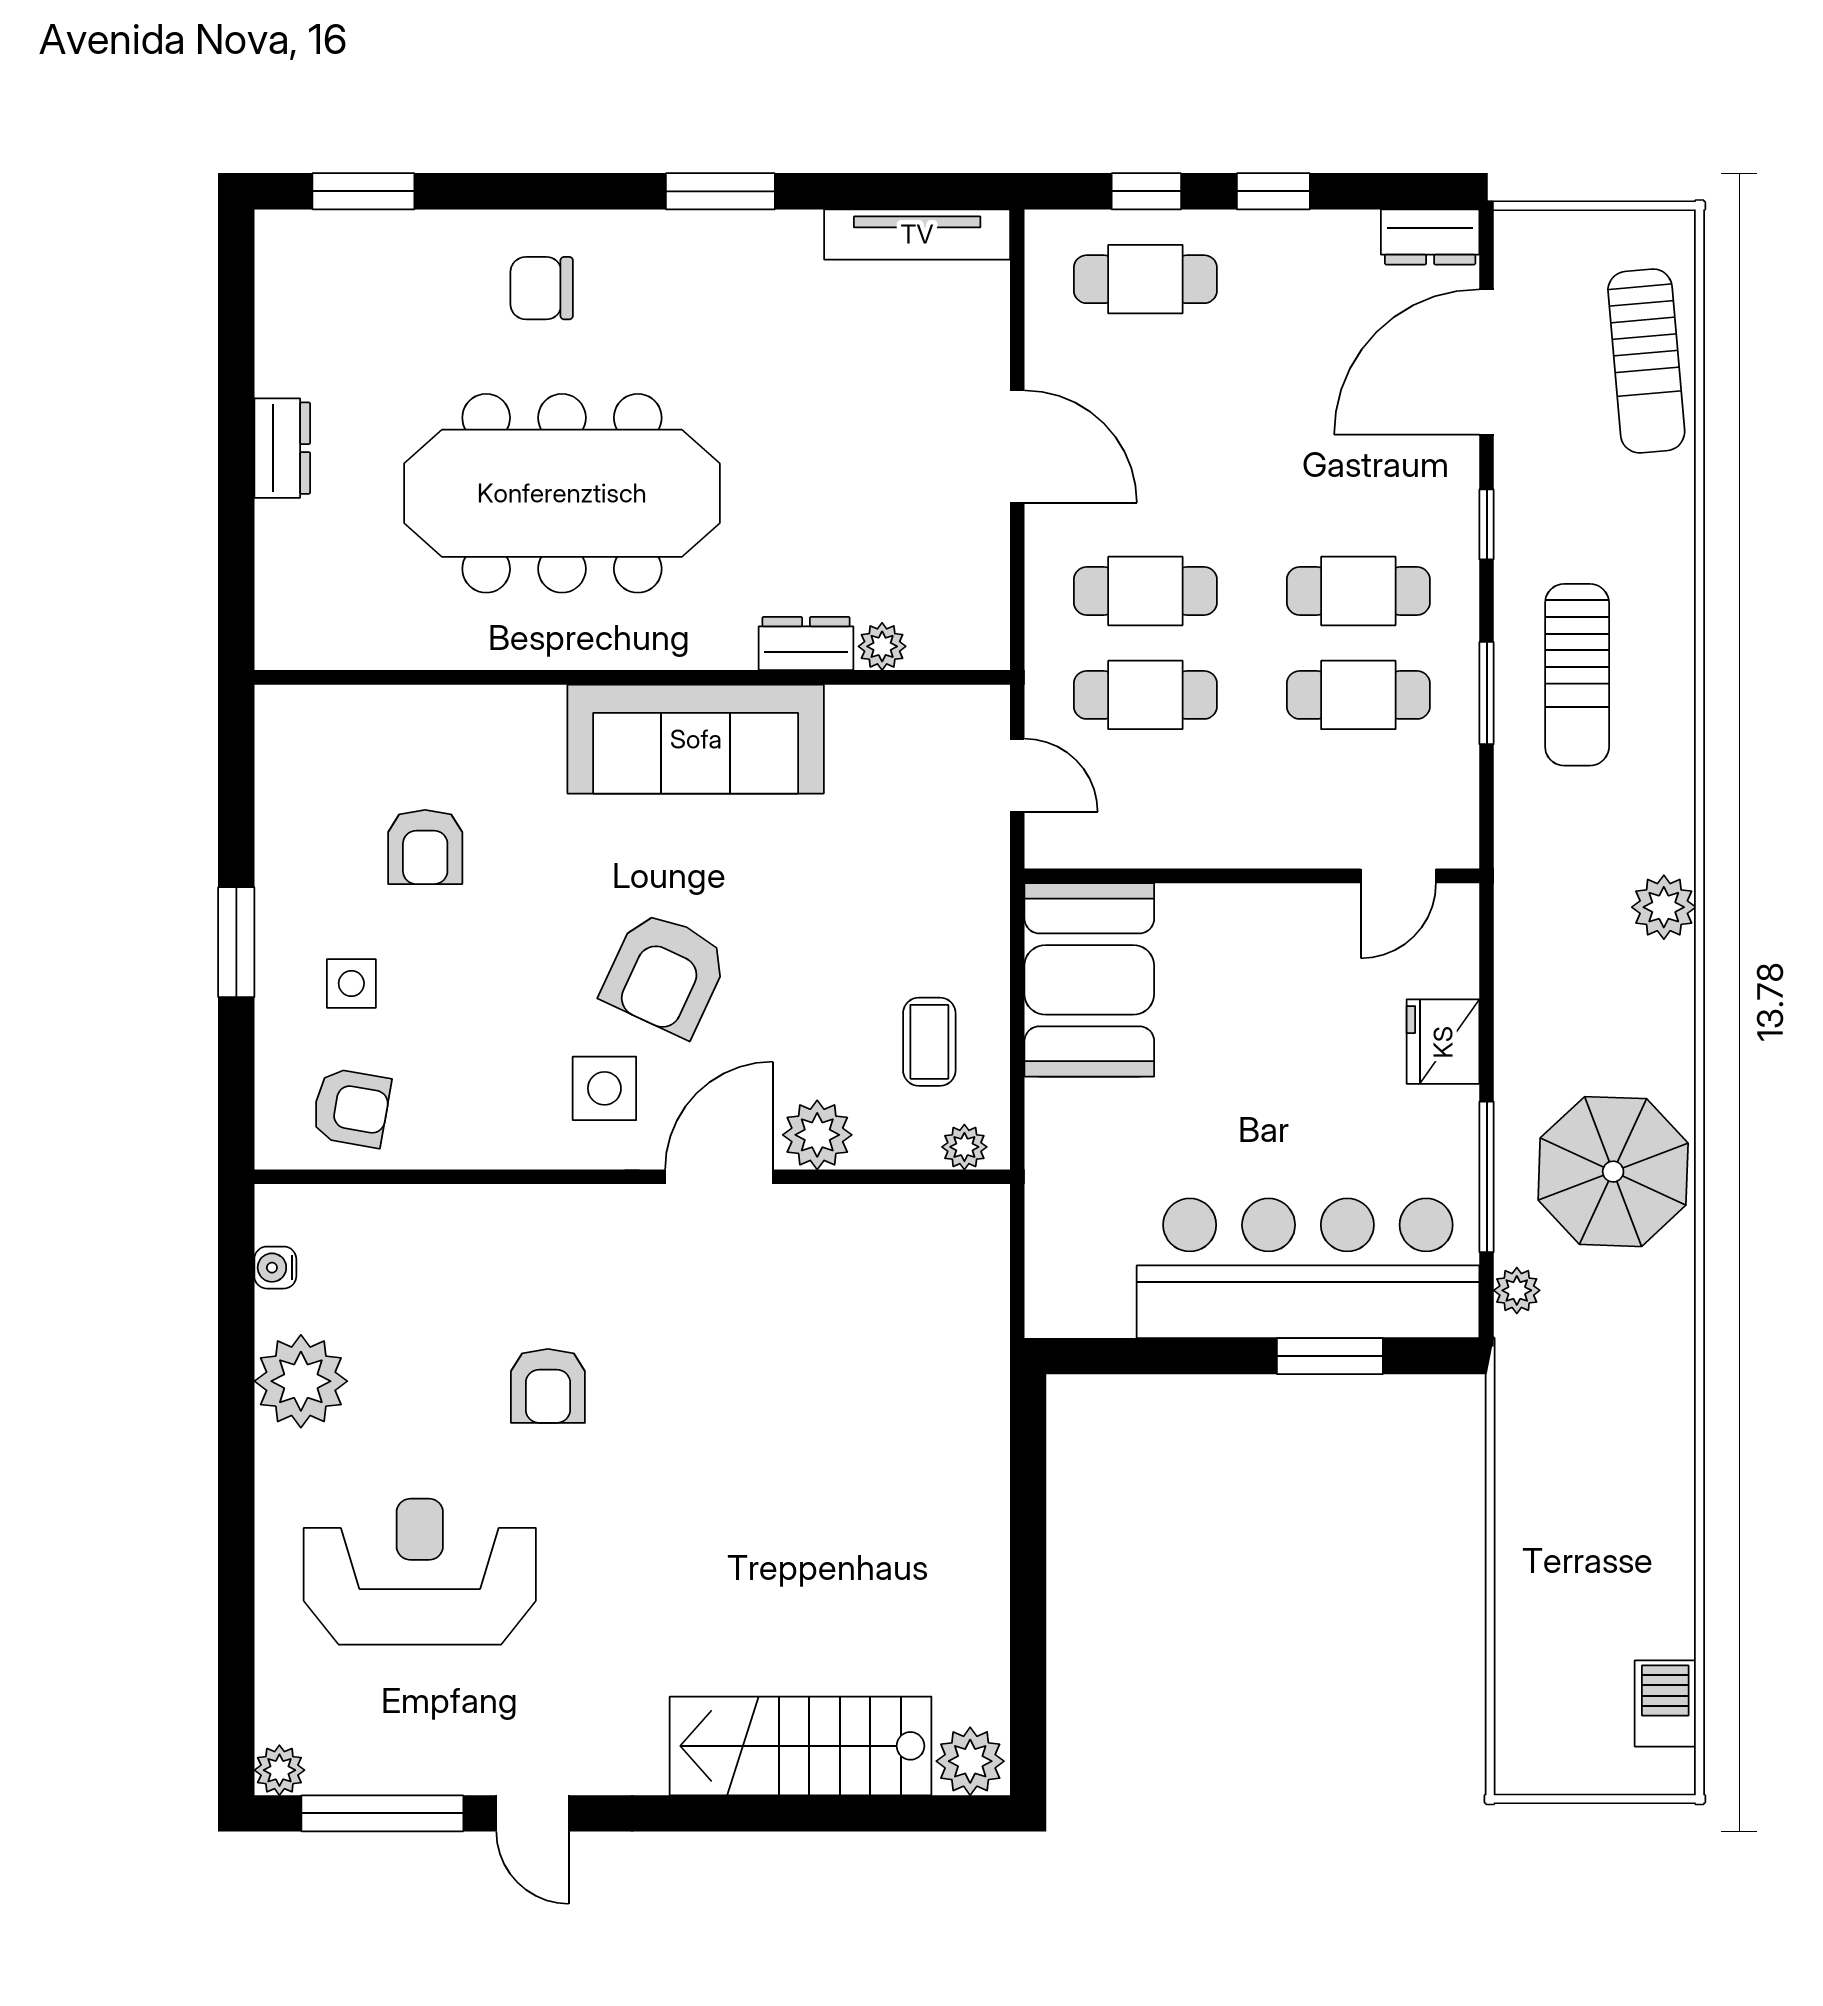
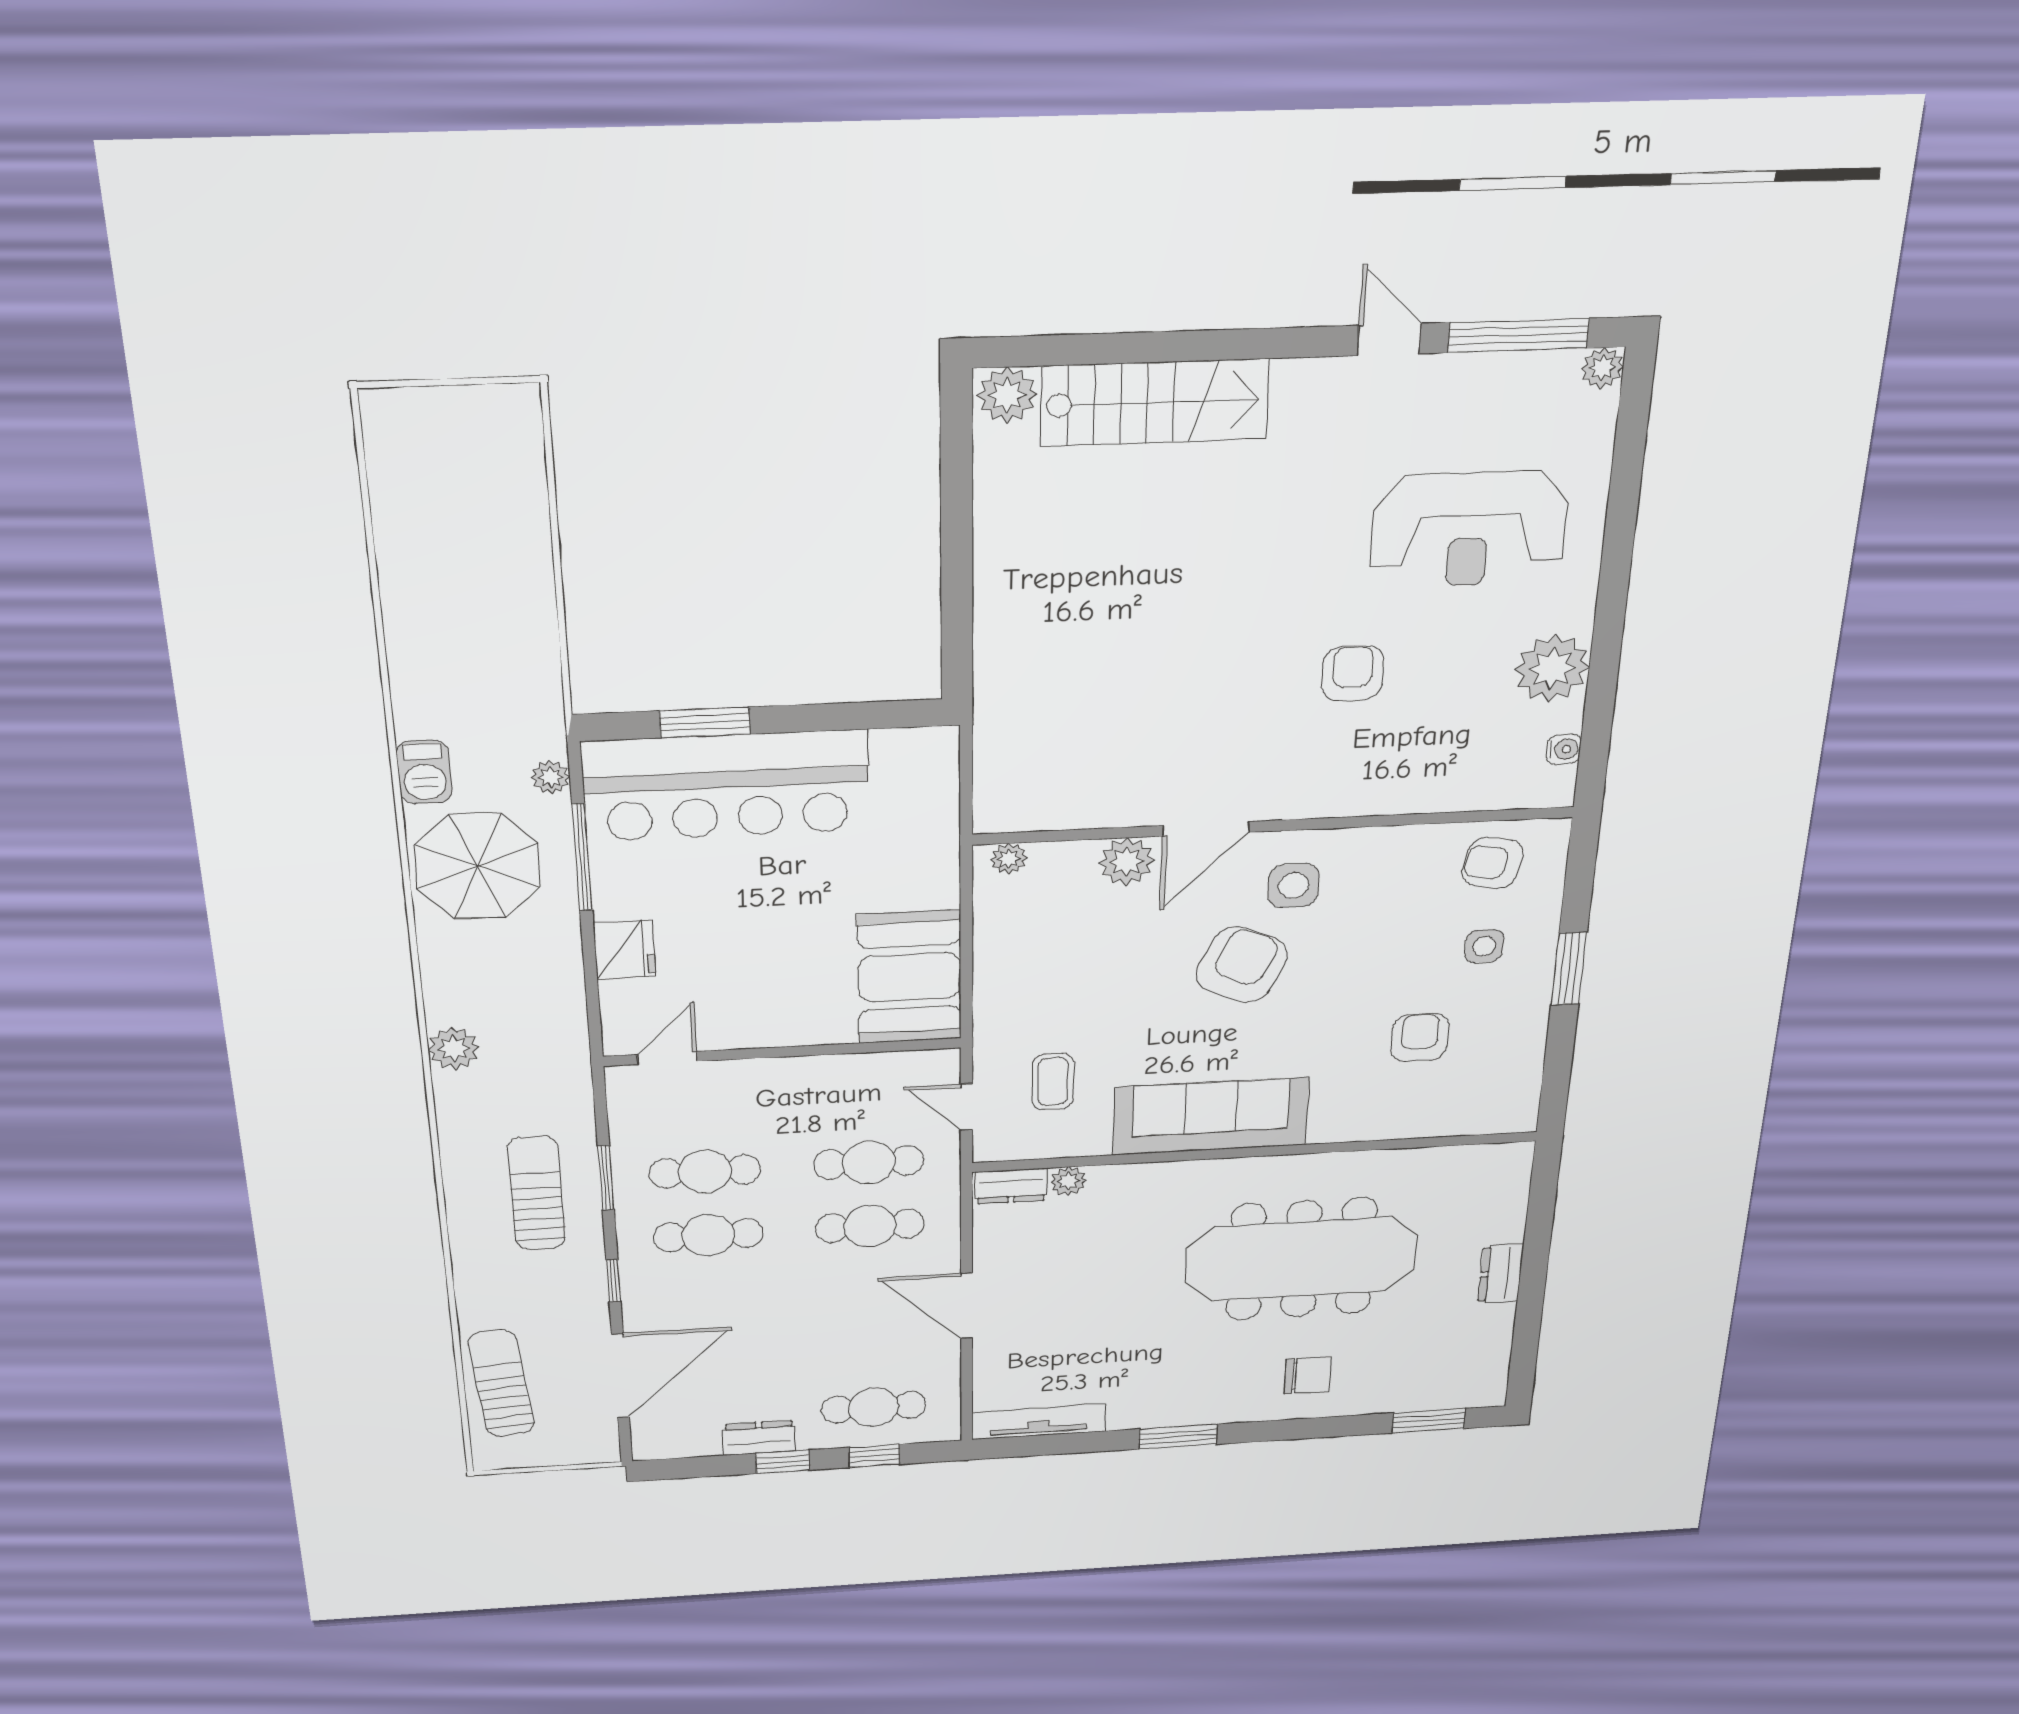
dresser: (1430, 237) -> (759, 1438), moved
dresser: (806, 643) -> (1011, 1186), moved
coffee table: (929, 1042) -> (1053, 1082), moved
barbecue: (1665, 1703) -> (424, 772), moved

